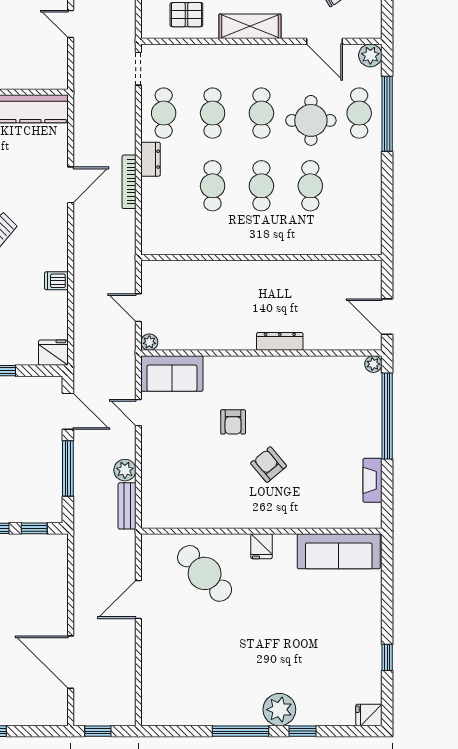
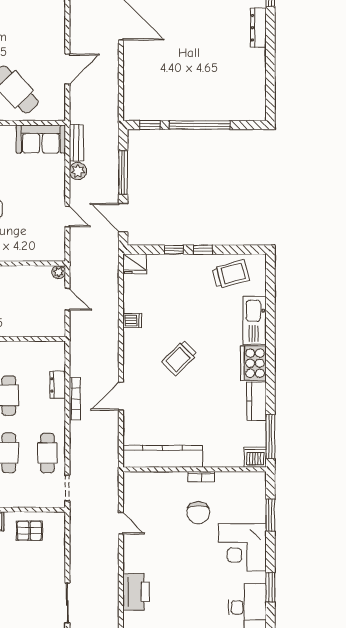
dresser: (151, 159) -> (58, 385), moved
sofa: (172, 373) -> (41, 139), moved, turned 180

